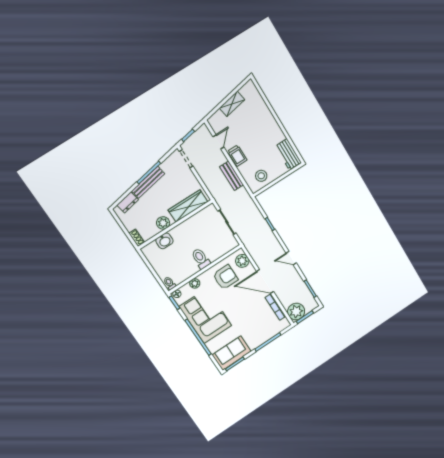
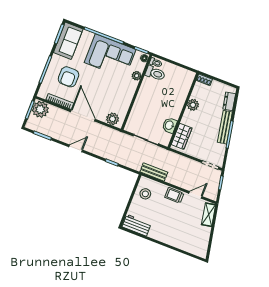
shelving: (232, 104) -> (209, 215), moved
door: (218, 142) -> (195, 195), swing flipped
bench: (232, 176) -> (154, 172), moved
wardrobe: (188, 206) -> (182, 136), width x0.67
washbasin: (164, 241) -> (170, 125), moved
toilet: (201, 259) -> (155, 73), moved
armchair: (225, 277) -> (69, 77), moved
door: (265, 282) -> (83, 115), hinge flipped

